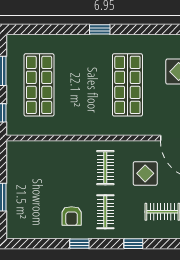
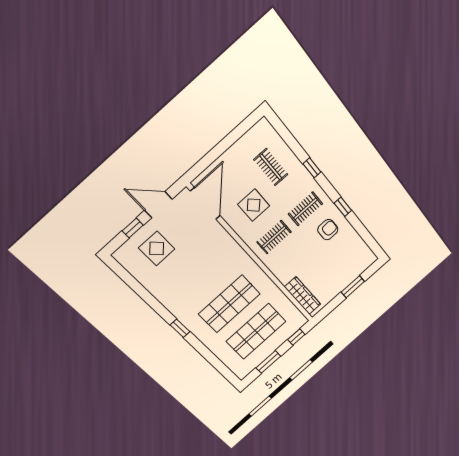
shop shelf: (127, 85) -> (229, 304), moved
wardrobe: (34, 149) -> (303, 296), added

